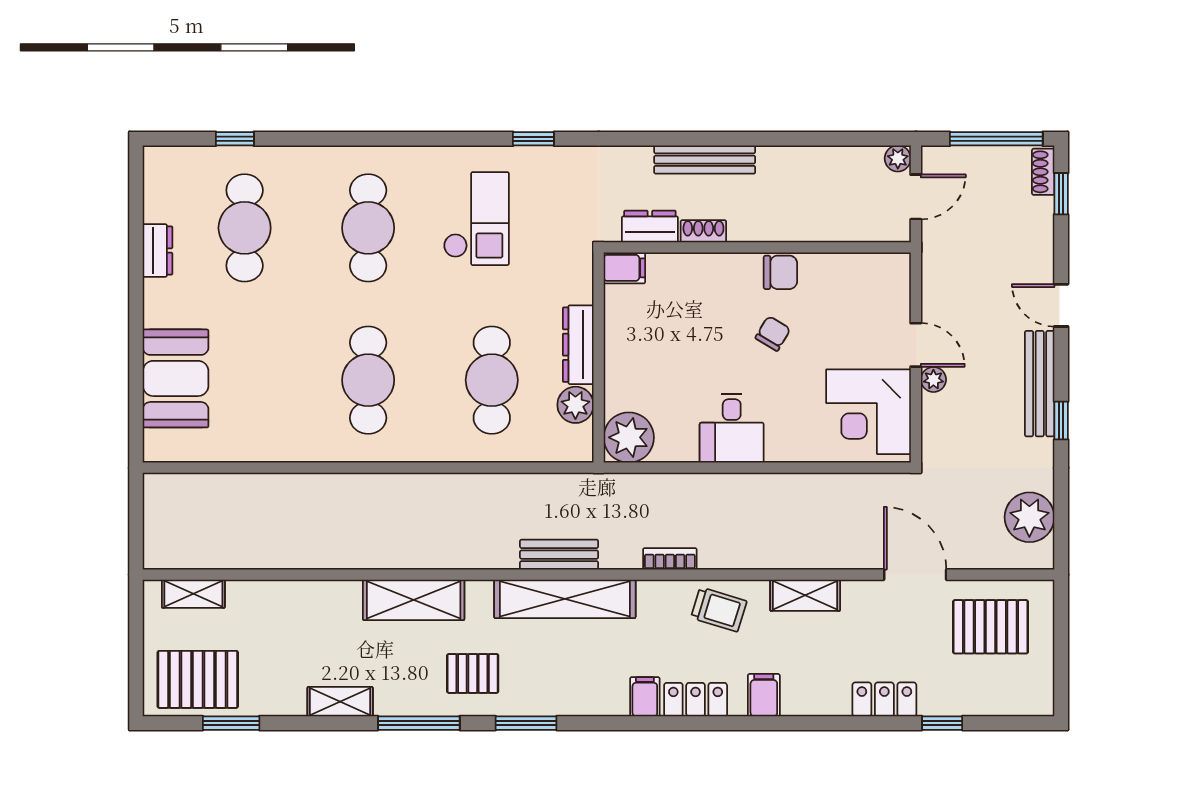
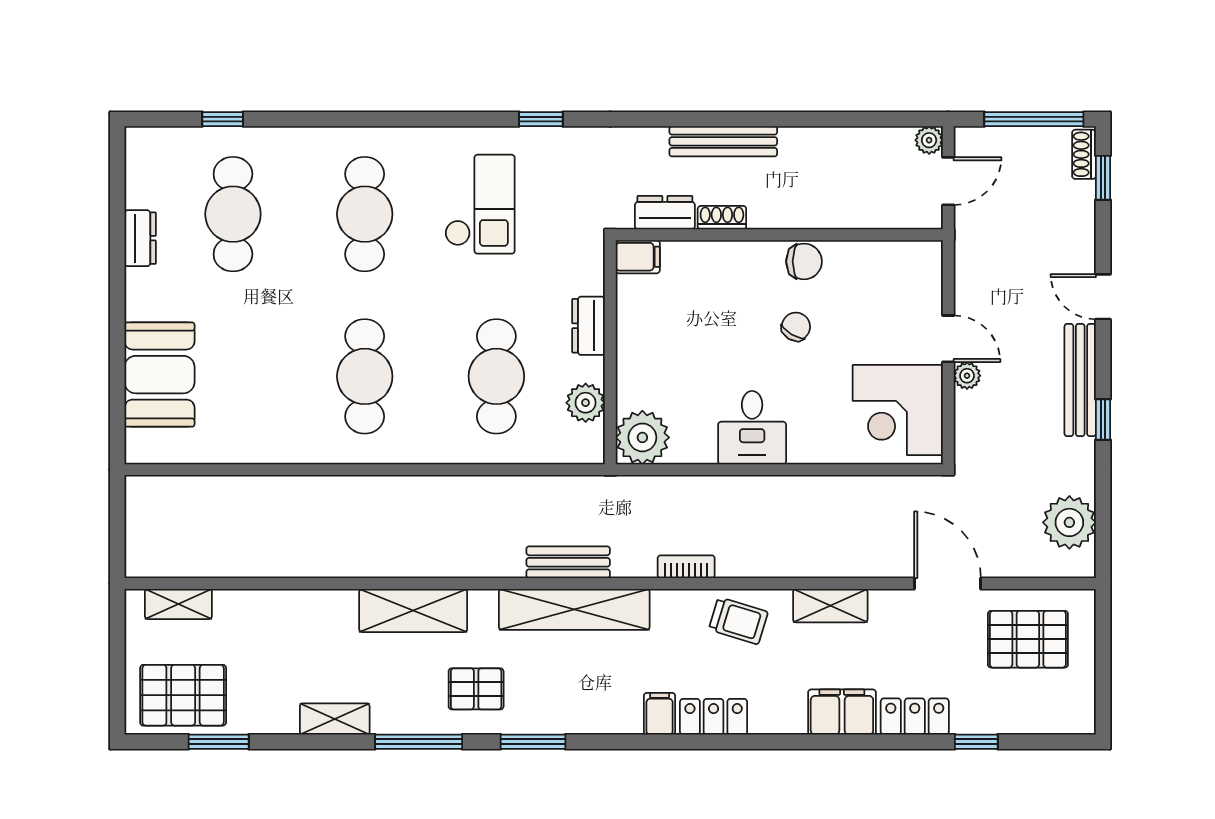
dresser: (578, 345) -> (588, 326), width x0.70
filing cabinet: (764, 695) -> (842, 712), moved, width x2.00

